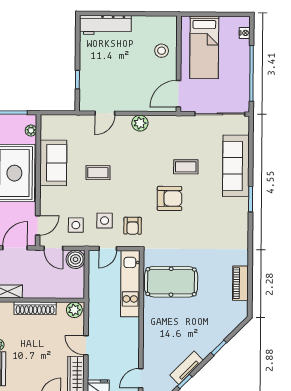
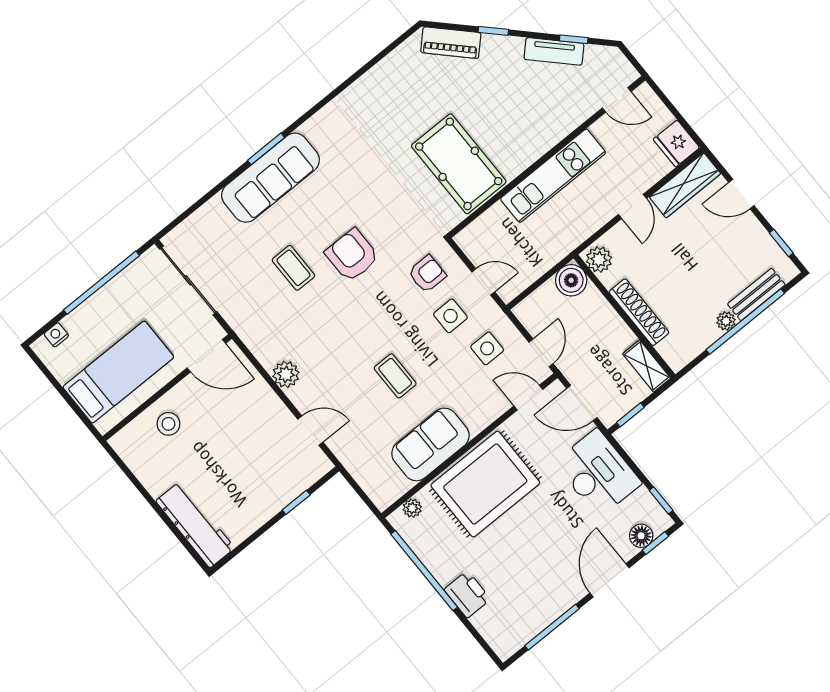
sofa: (236, 166) -> (270, 178), moved
boiler: (76, 259) -> (571, 280), moved
piano: (240, 283) -> (451, 43), moved, turned 45
kitchen unit: (130, 284) -> (553, 176), moved

